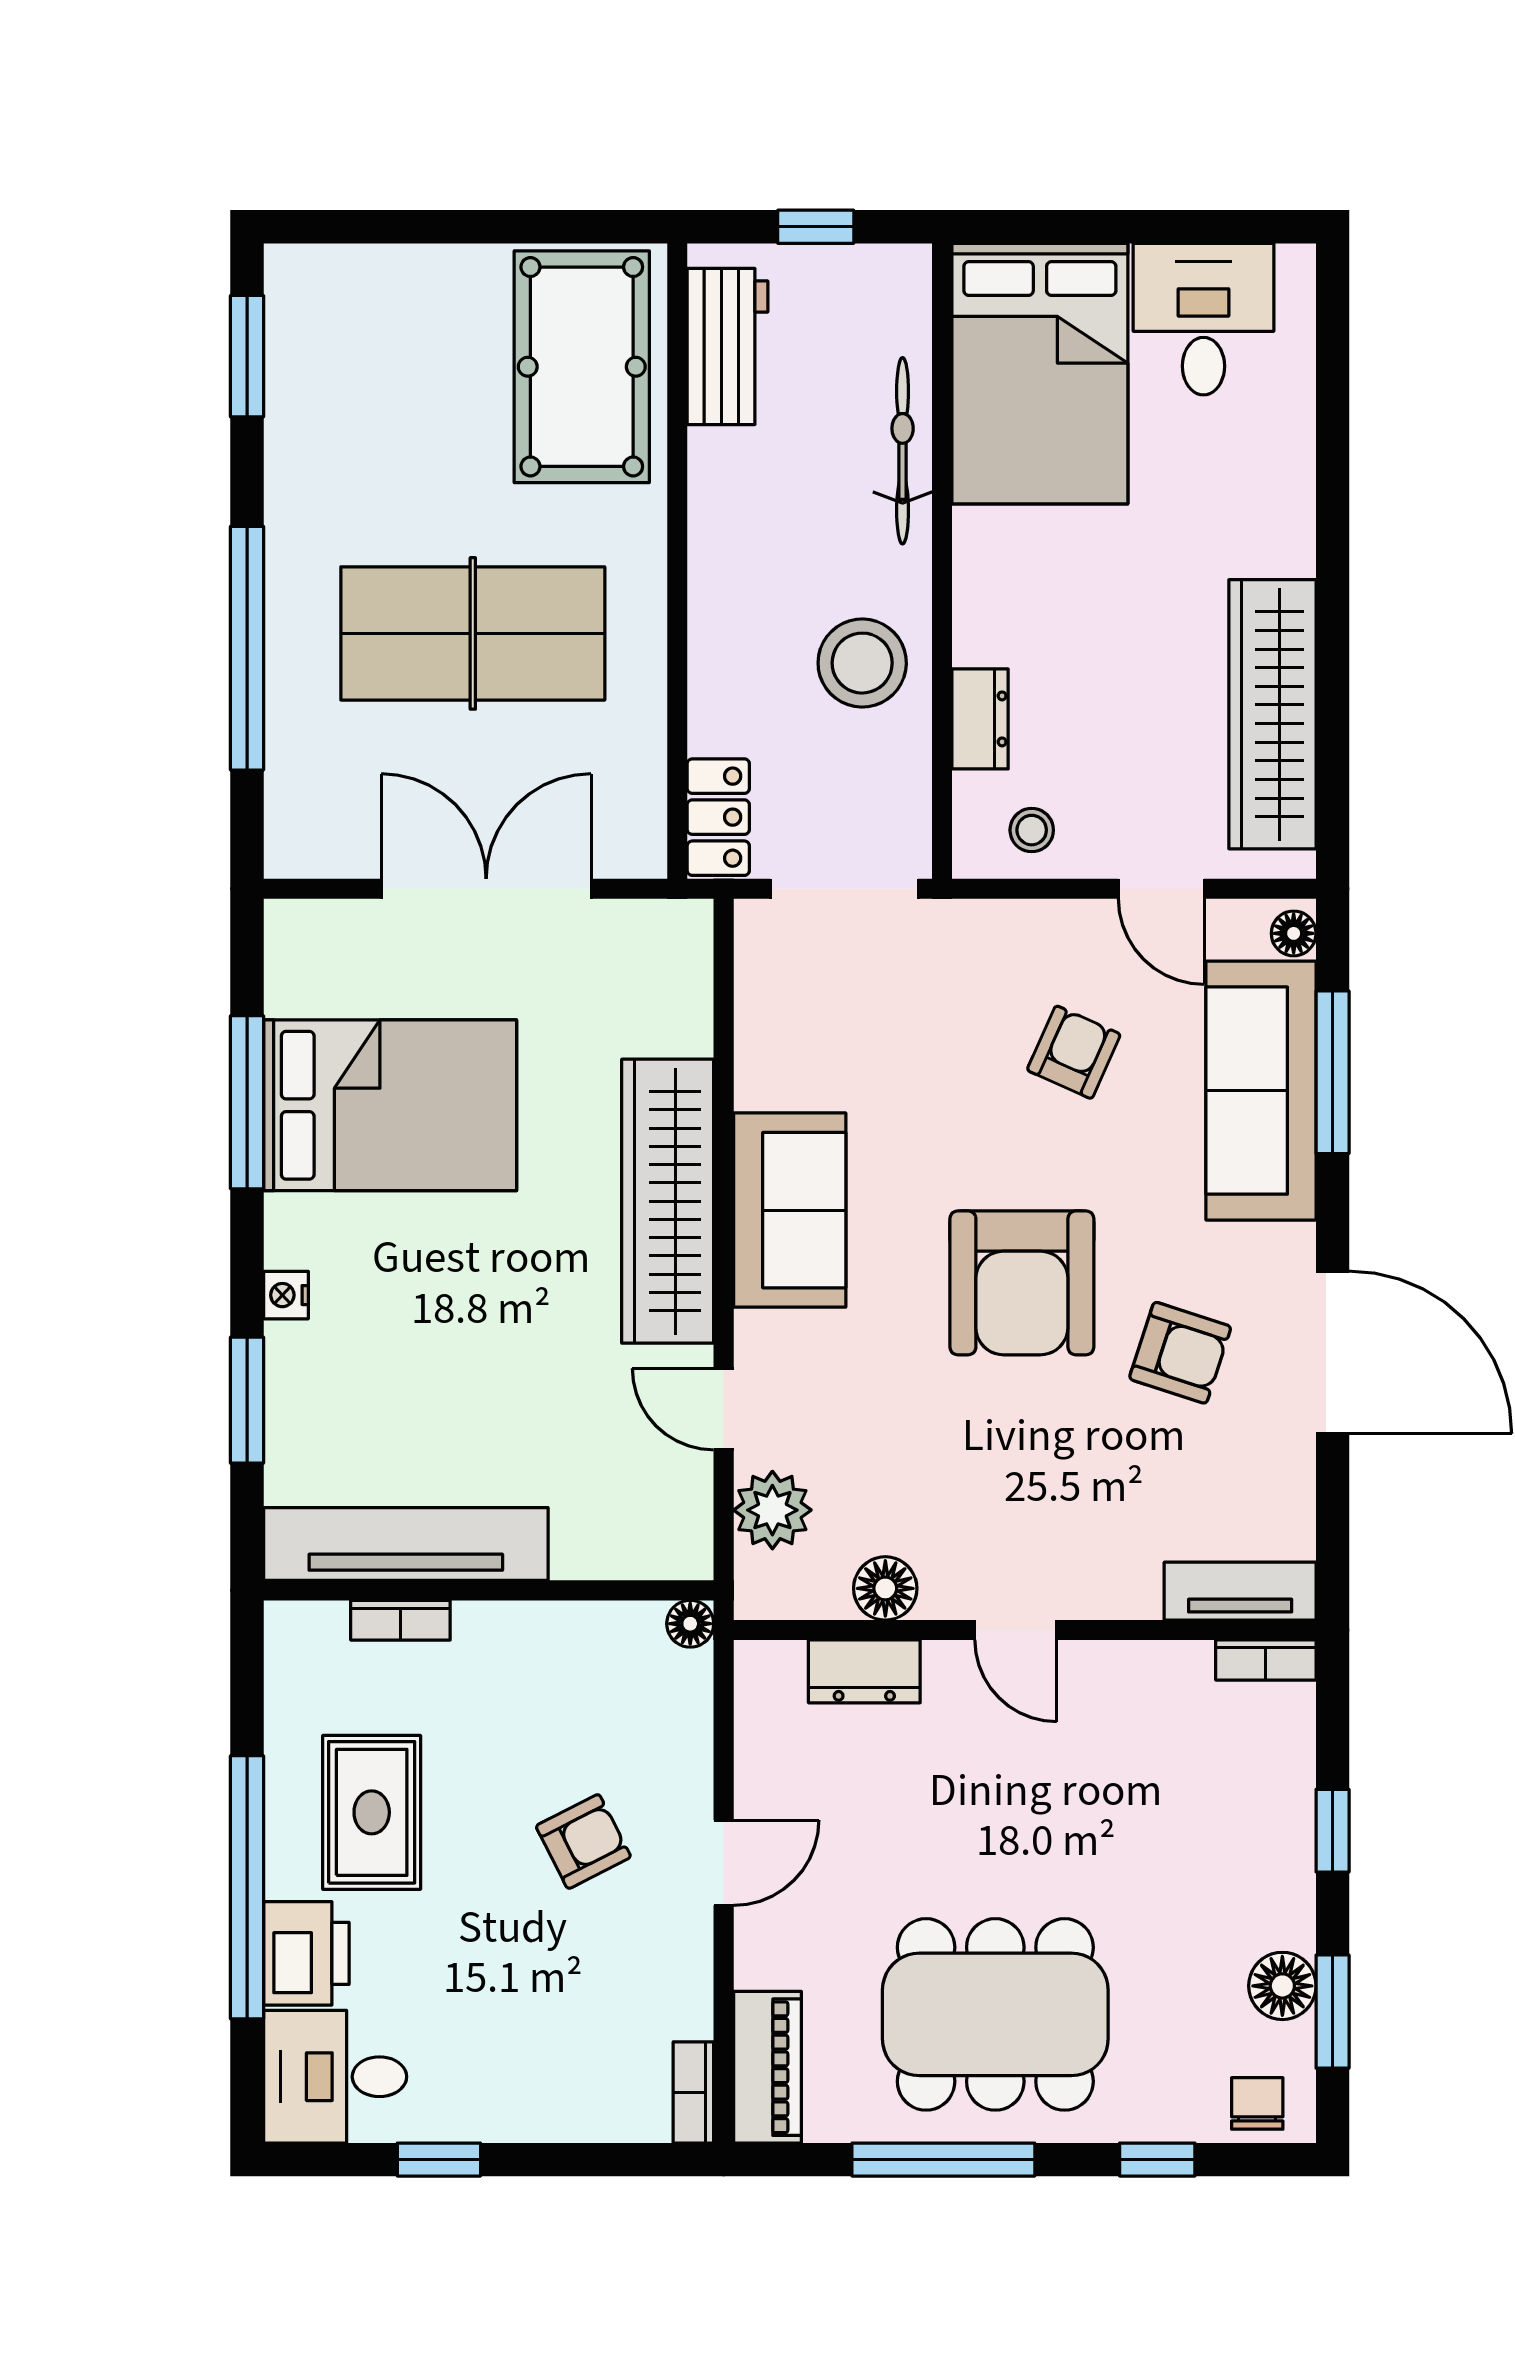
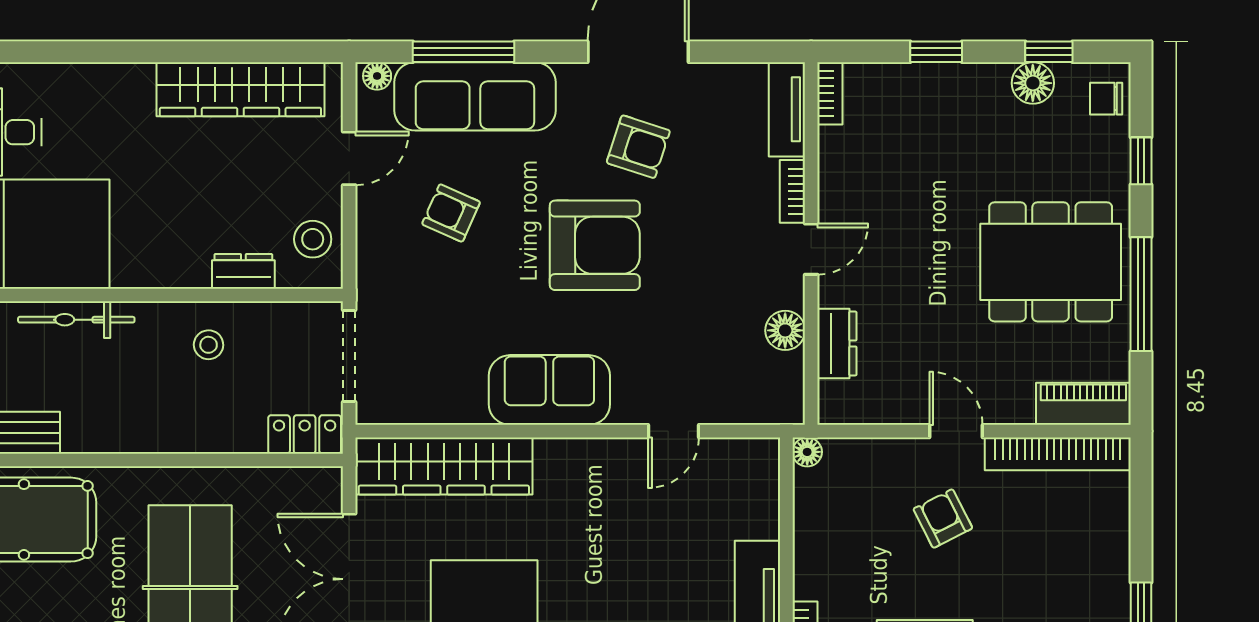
stool: (862, 663) -> (209, 345), width x0.53, depth x0.53
stool: (1032, 830) -> (313, 239), width x1.37, depth x1.37
wardrobe: (668, 1201) -> (444, 466), moved
armchair: (1180, 1353) -> (638, 147), turned 90
plant: (772, 1510) -> (736, 401), removed
bookcase: (1108, 1600) -> (792, 191), added
window: (1333, 2012) -> (1049, 52), width x0.67
dining table: (995, 2014) -> (1051, 262), turned 90
bookcase: (693, 2092) -> (1058, 454), width x2.31, depth x1.31

